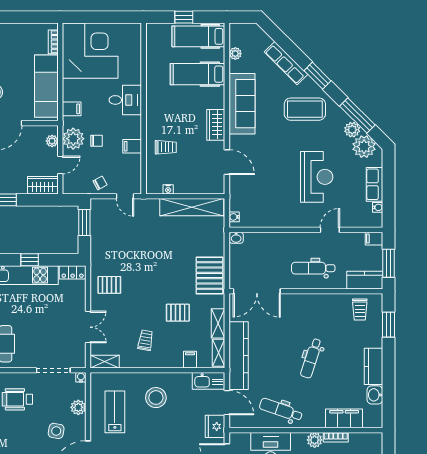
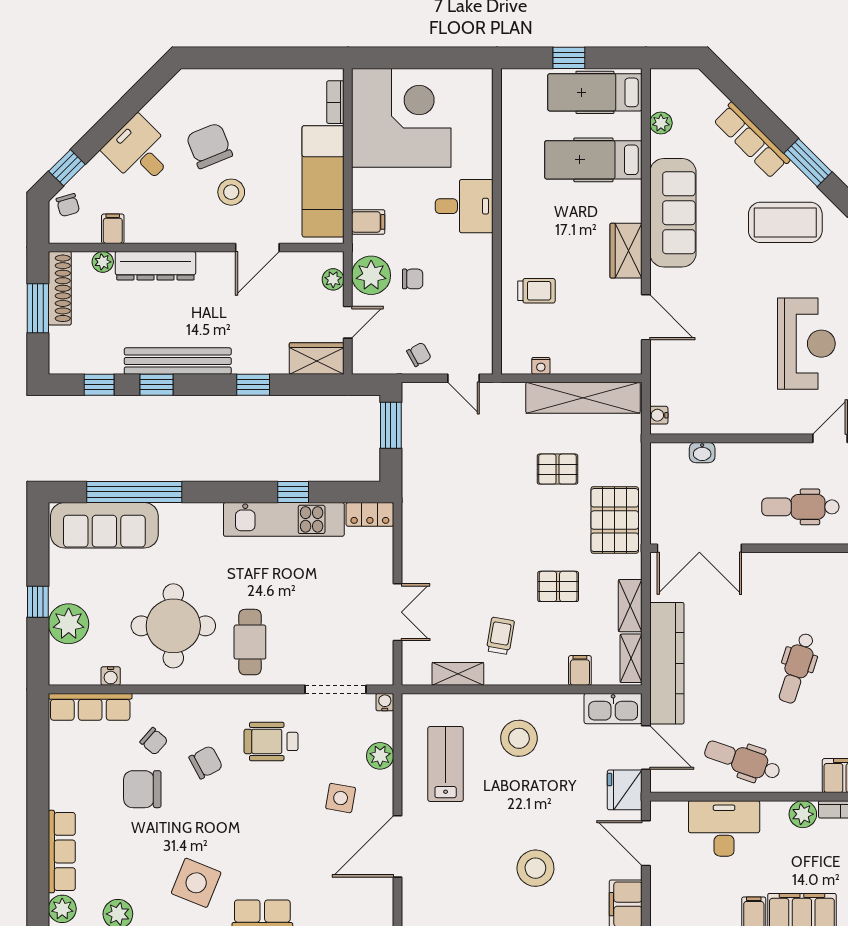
filing cabinet: (132, 146) -> (476, 289), removed
washbasin: (236, 238) -> (702, 453), moved
pallet: (109, 285) -> (558, 469), moved
shelving: (105, 362) -> (458, 674), moved

